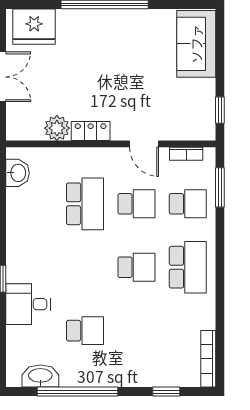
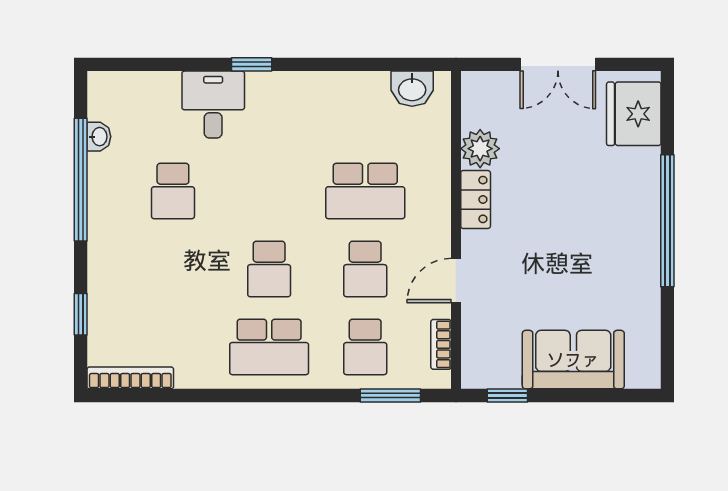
sofa: (196, 44) -> (573, 360), moved
washbasin: (40, 376) -> (99, 137), width x0.52, depth x0.69

